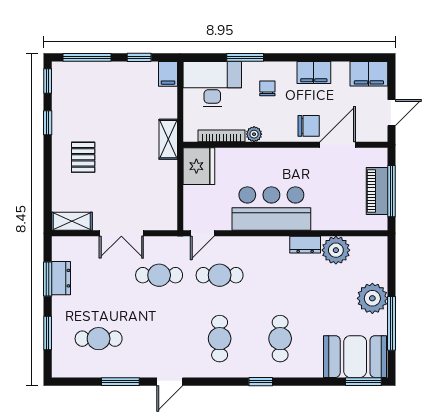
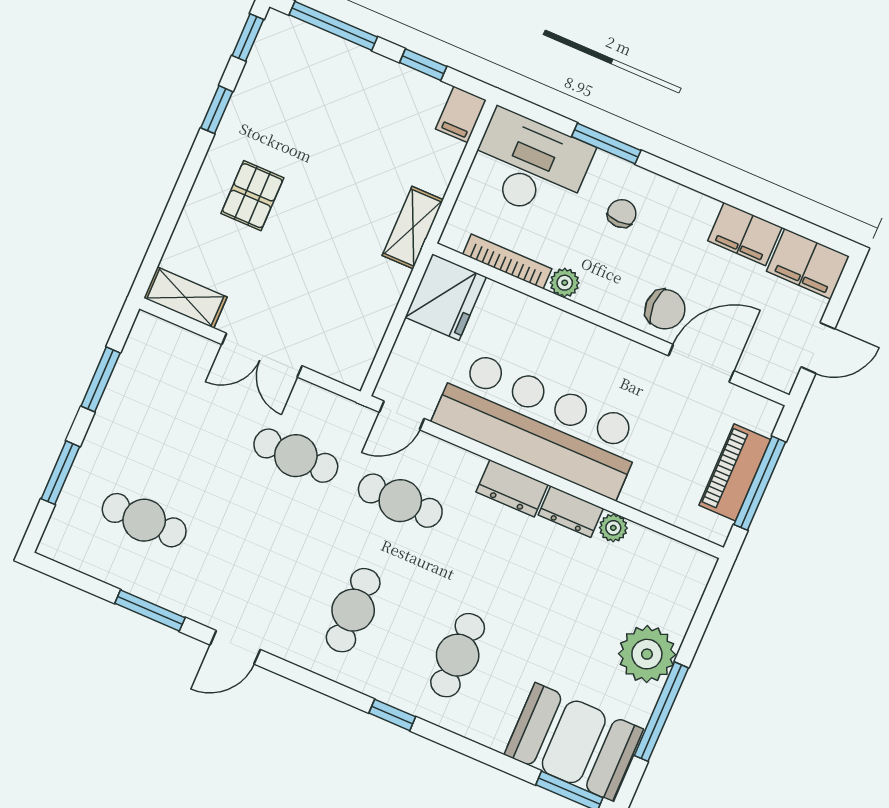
filing cabinet: (314, 72) -> (745, 234), moved
bar counter: (271, 208) -> (539, 424), width x1.36
plant: (336, 250) -> (613, 528), width x0.53, depth x0.53
dresser: (61, 278) -> (512, 488), moved, turned 90

